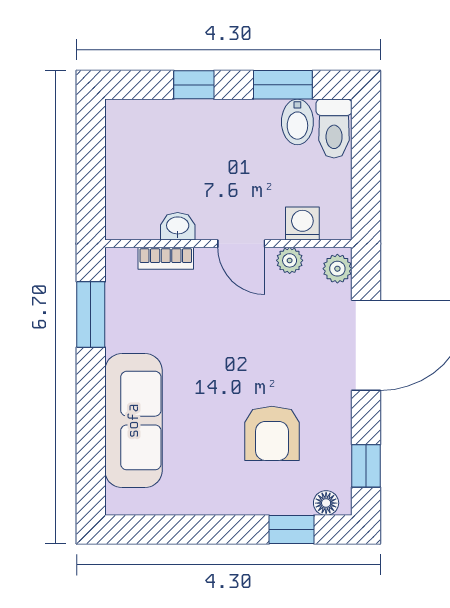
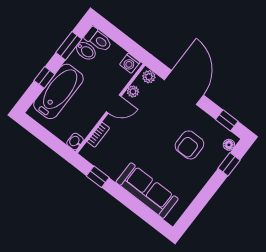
bathtub: (188, 129) -> (58, 91), added
washing machine: (302, 224) -> (130, 63), moved, turned -90
washbasin: (178, 226) -> (75, 142), moved
window: (91, 314) -> (98, 177), width x0.67
armchair: (272, 433) -> (189, 145), turned 90

